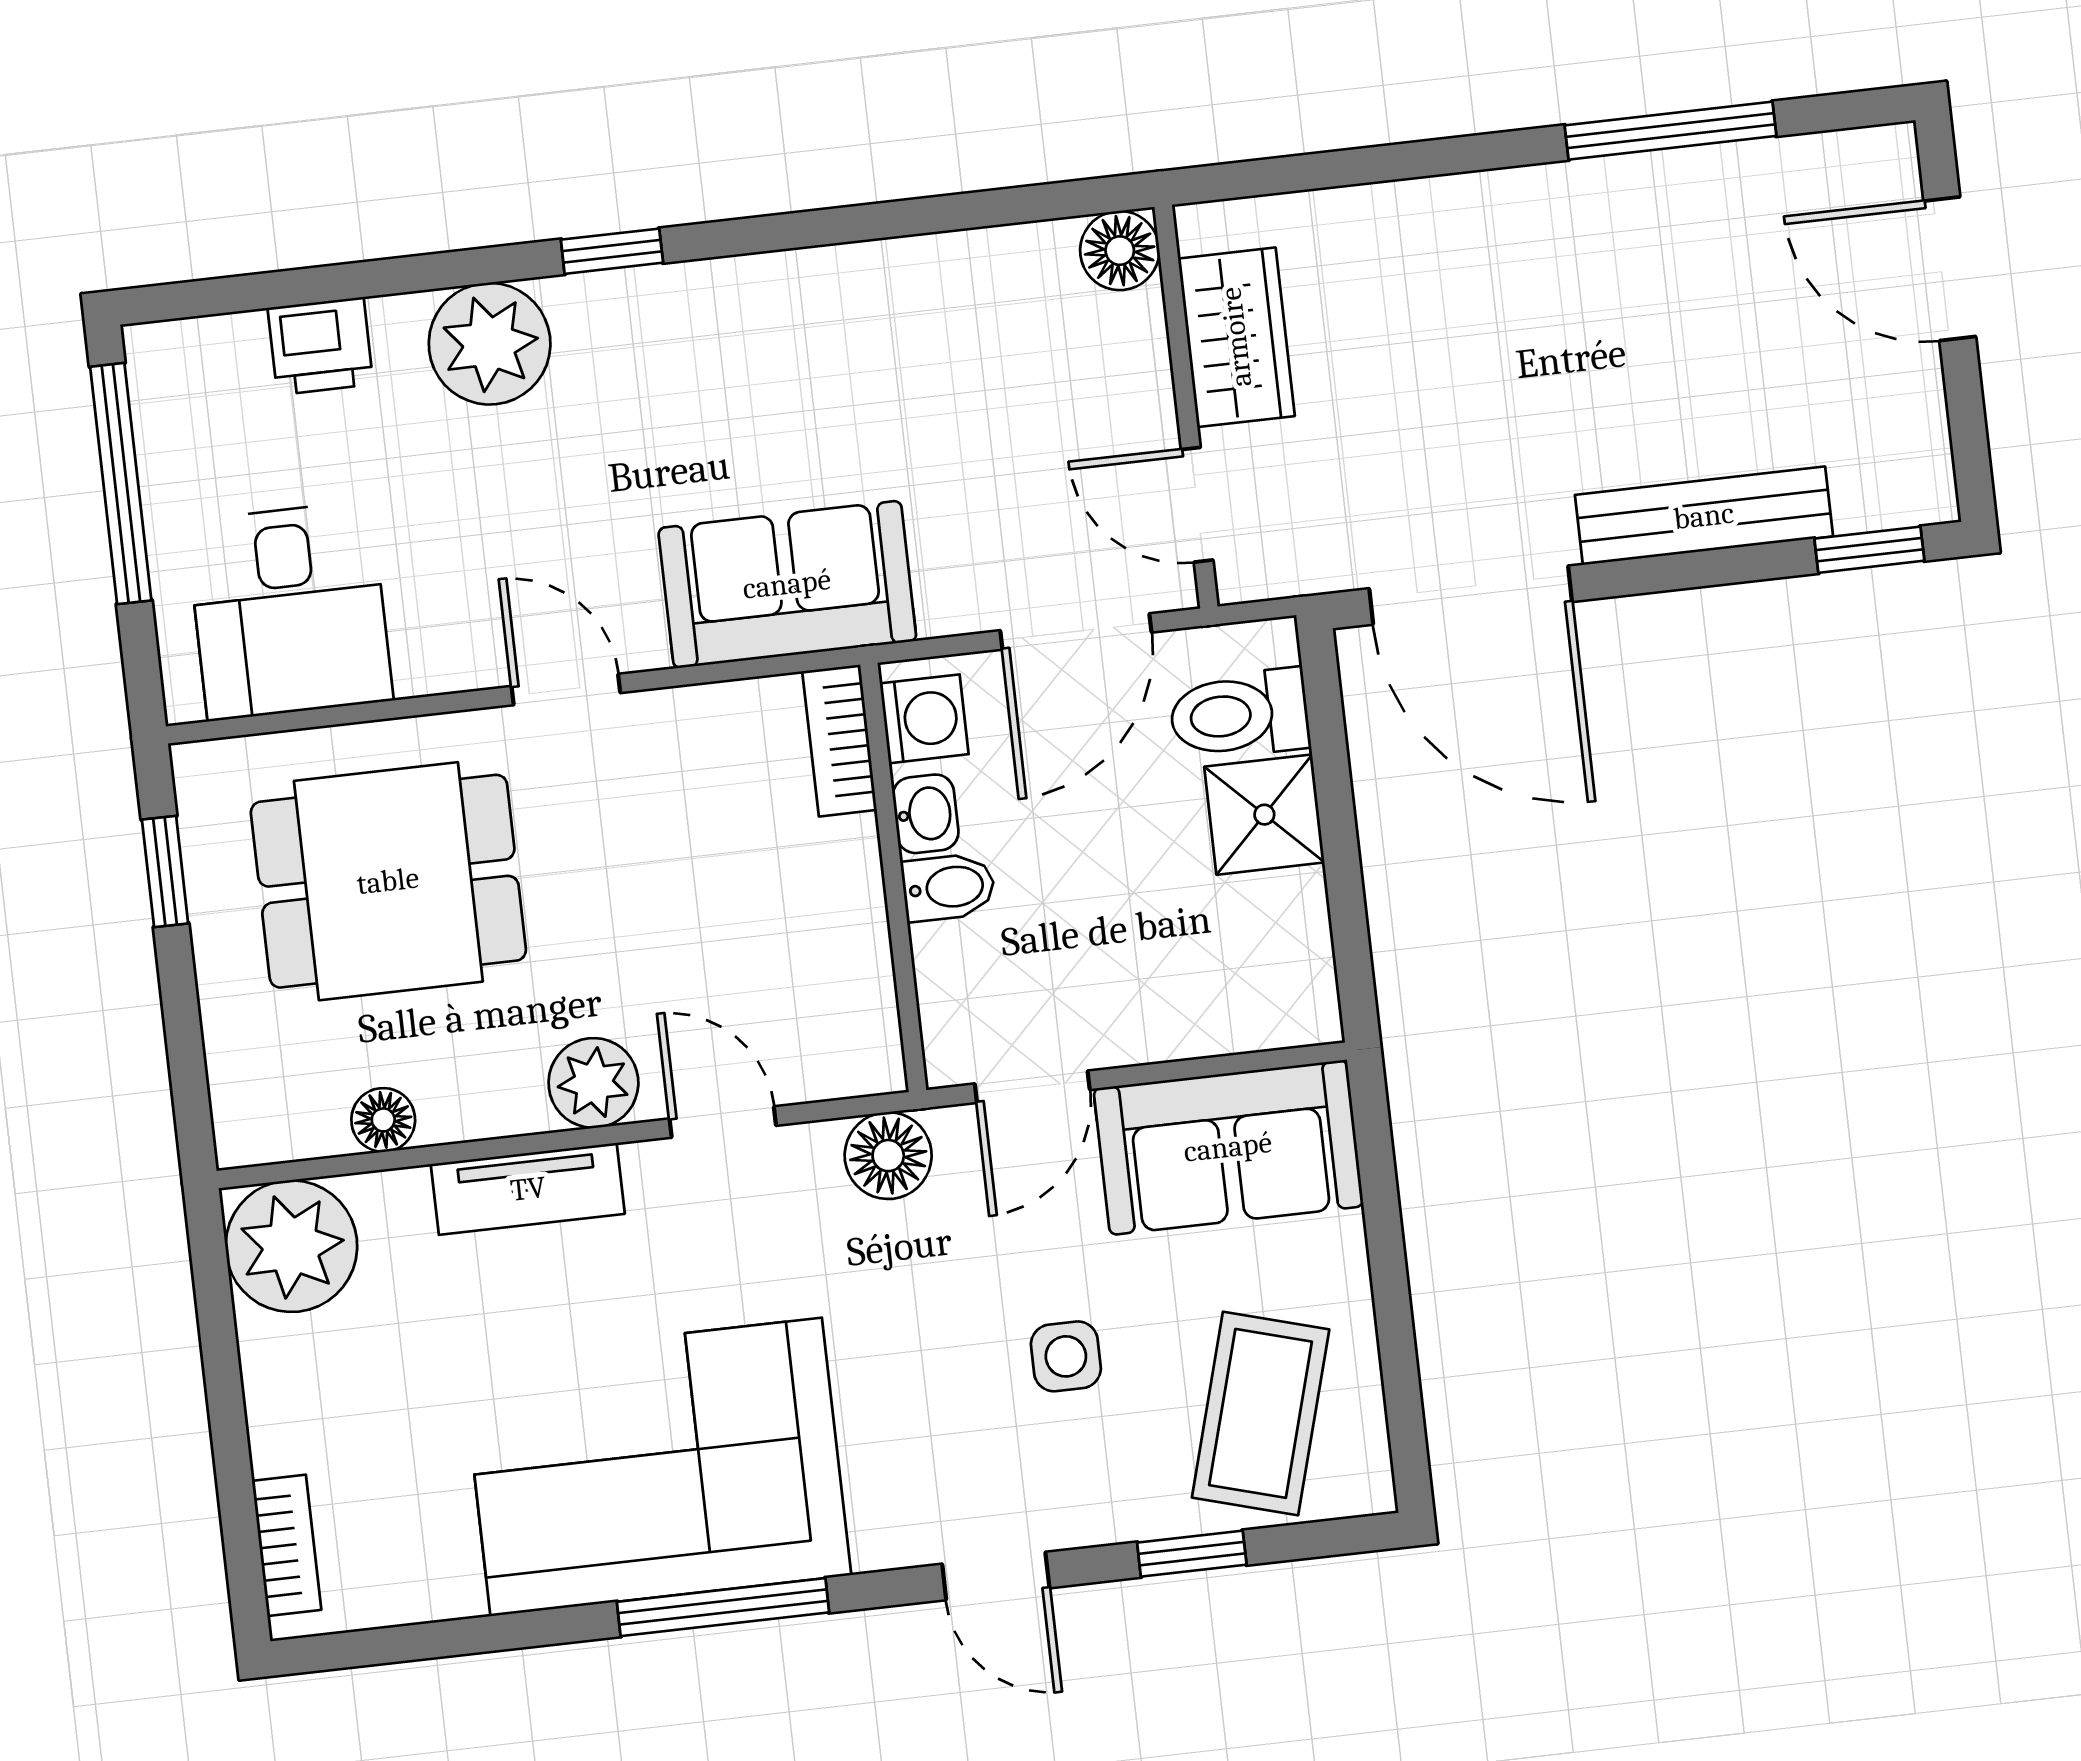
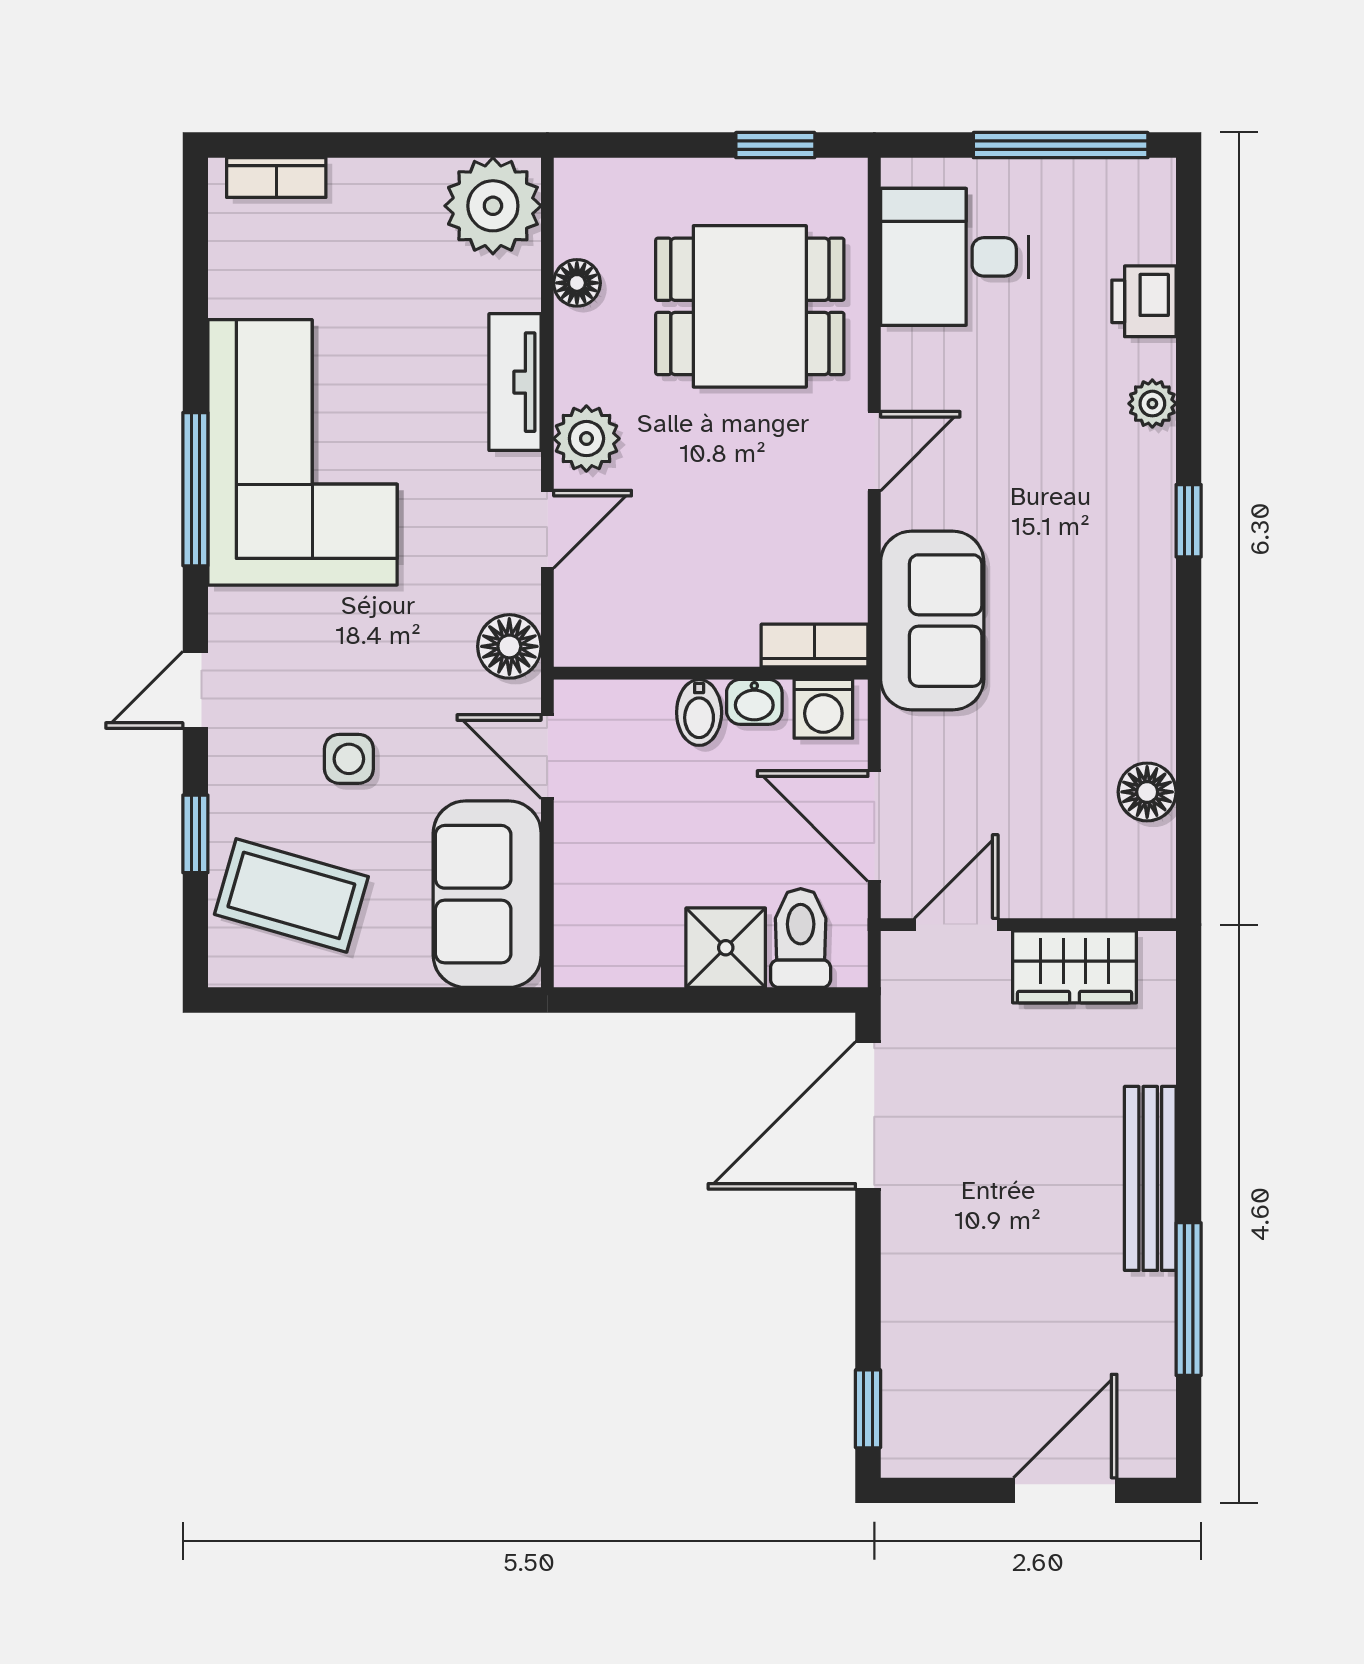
floor lamp: (1120, 251) -> (1147, 792), moved
plant: (490, 344) -> (1152, 404), width x0.53, depth x0.53
bench: (1704, 516) -> (1150, 1178), moved
dining table: (388, 881) -> (750, 306), turned 90

